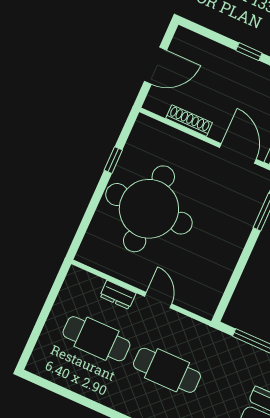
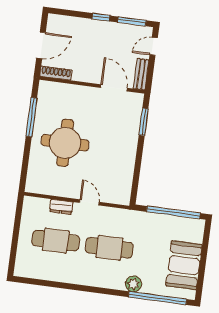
shoe rack: (189, 121) -> (56, 73), moved
window: (113, 160) -> (31, 117), width x2.17
round table: (149, 209) -> (65, 143), width x0.73, depth x0.73

